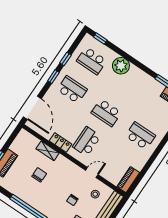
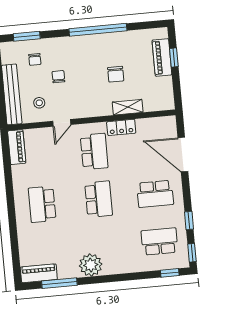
plant: (121, 66) -> (91, 265), moved
window: (53, 77) -> (192, 253), moved
door: (32, 108) -> (183, 155), moved
school desk: (106, 113) -> (99, 199), turned 90
school desk: (140, 136) -> (42, 204), turned 90

